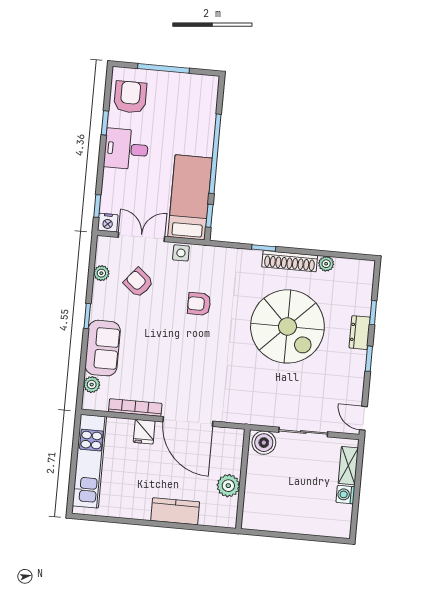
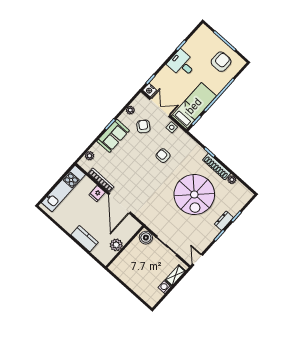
armchair: (130, 97) -> (221, 62), moved
sofa: (103, 348) -> (113, 136), moved

